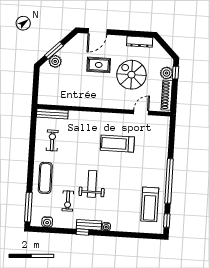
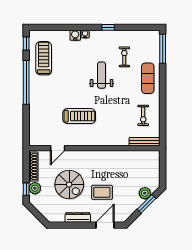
dresser: (140, 42) -> (78, 217), moved
weight bench: (92, 184) -> (102, 75), turned 180
water cooler: (47, 222) -> (75, 35), moved
bench: (89, 225) -> (102, 35), removed

